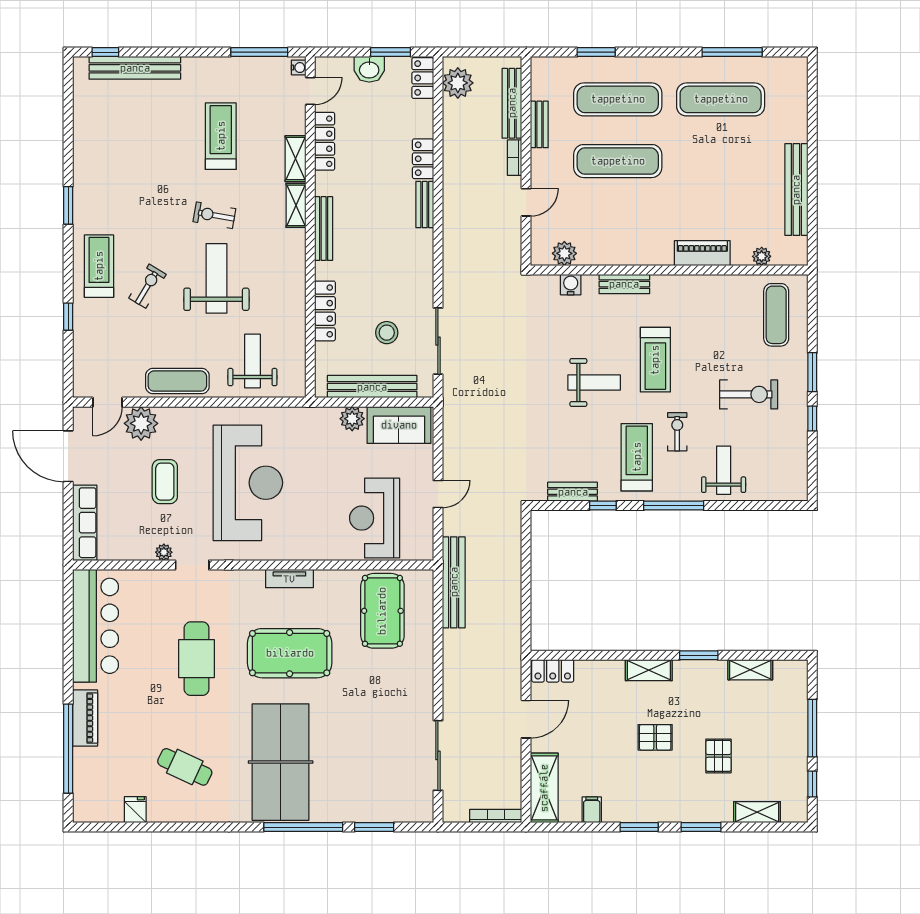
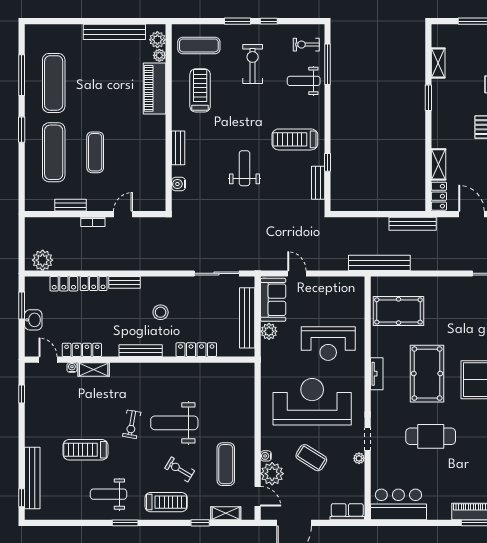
window: (259, 52) -> (22, 394), width x0.46
window: (596, 52) -> (22, 130), moved
water cooler: (299, 68) -> (72, 367), moved
locker: (423, 78) -> (64, 284), moved
bench: (512, 103) -> (413, 224), moved
treadmill: (221, 136) -> (85, 450), moved
exercise mat: (618, 161) -> (95, 152), width x0.73, depth x0.69
door: (526, 202) -> (123, 214), hinge flipped
shelving: (296, 205) -> (226, 513), moved
plant: (564, 253) -> (157, 40), moved
piano: (702, 253) -> (155, 88), width x1.37, depth x1.33
treadmill: (99, 266) -> (166, 502), turned 180
stool: (387, 333) -> (161, 312), moved
treadmill: (655, 360) -> (200, 90), moved, turned -90
weight bench: (252, 361) -> (108, 494), moved
exercise mat: (177, 381) -> (226, 464), moved
water cooler: (167, 414) -> (266, 456), added
exercise bike: (677, 432) -> (306, 45), moved
coffee table: (165, 482) -> (311, 458), turned 32
door: (438, 494) -> (297, 273), moved
window: (674, 506) -> (327, 64), moved
reception desk: (375, 518) -> (328, 344), moved
row of seats: (85, 523) -> (347, 512), width x0.68
bar counter: (95, 626) -> (398, 504), width x0.73
shelving: (649, 670) -> (438, 164), moved

